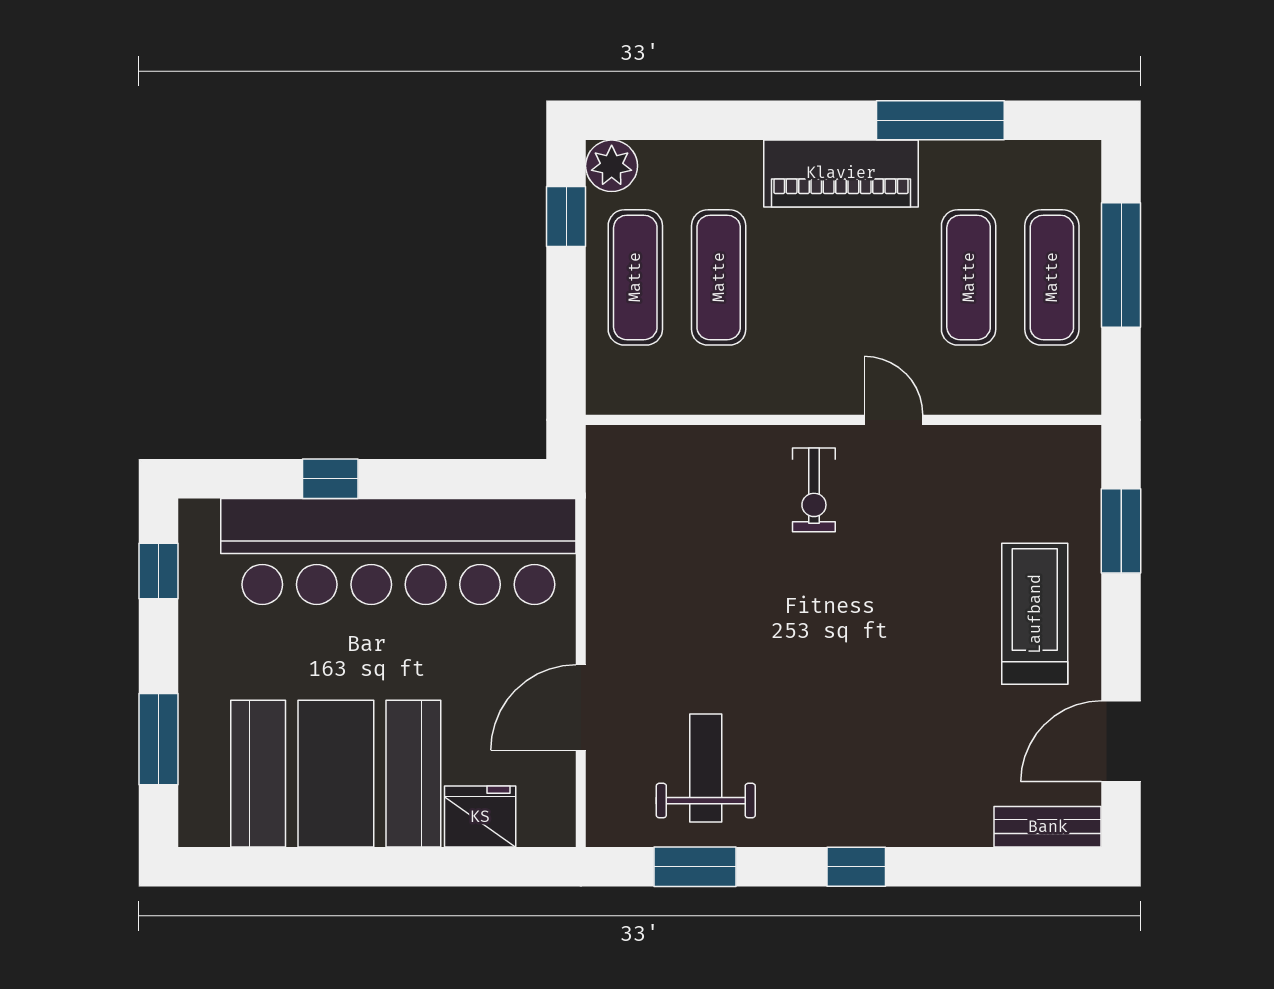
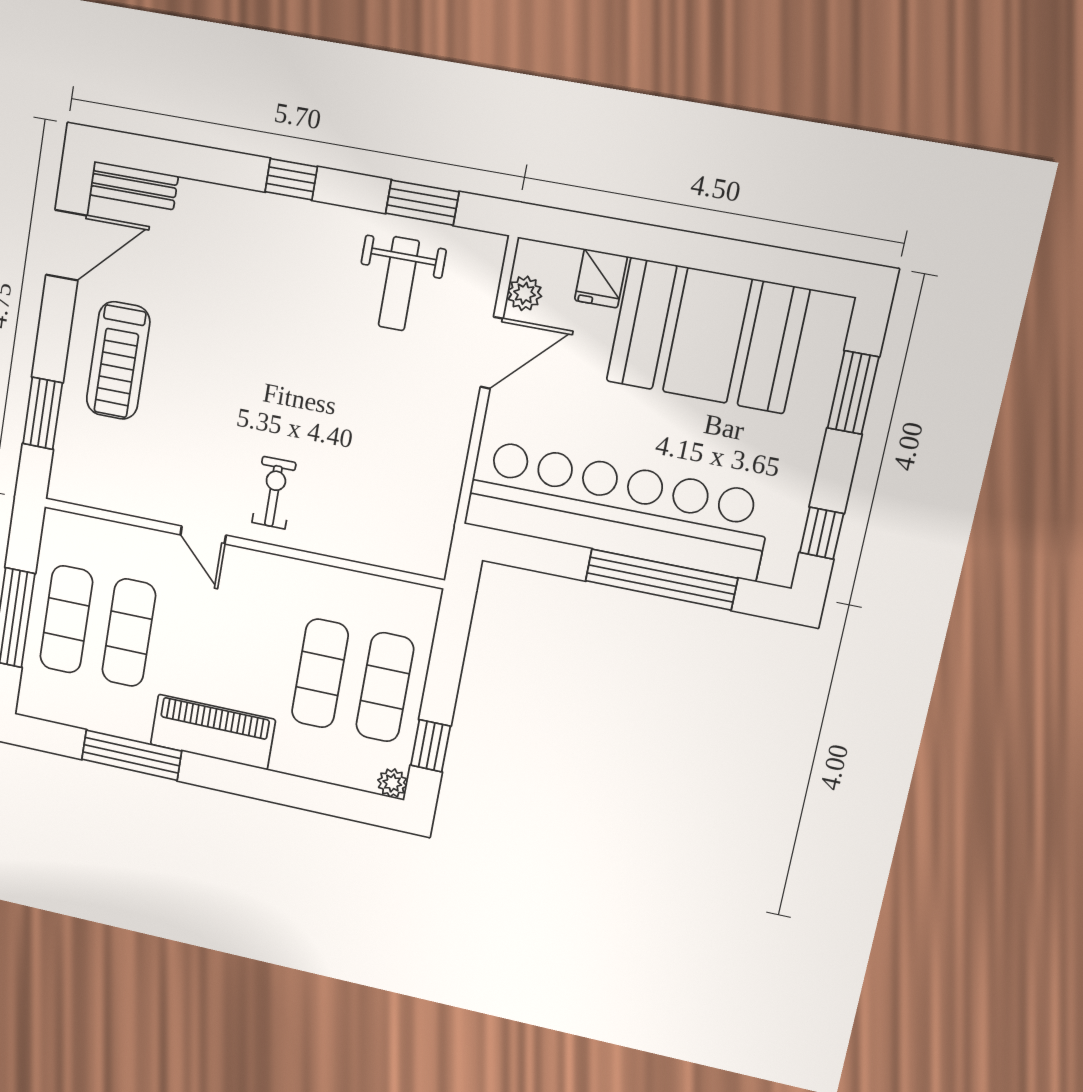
plant: (612, 166) -> (392, 783), width x0.73, depth x0.73
window: (330, 479) -> (661, 580), width x3.17
plant: (555, 784) -> (525, 293), added
fridge: (480, 817) -> (601, 278), width x0.72

